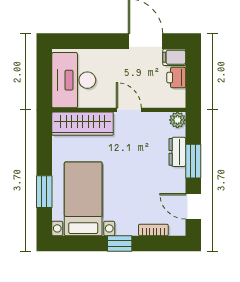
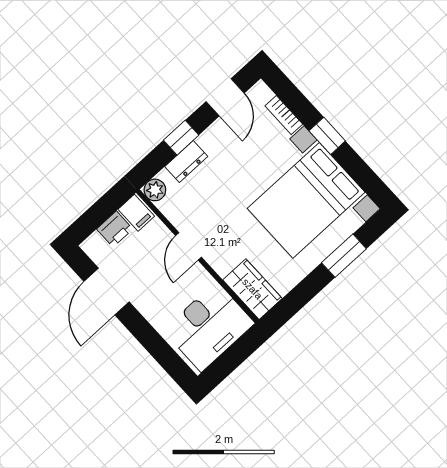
filing cabinet: (174, 57) -> (136, 213), moved
wardrobe: (83, 124) -> (252, 289), width x0.67
window: (193, 161) -> (181, 138), width x0.67
bed with nightstands: (83, 199) -> (306, 200), width x1.36

